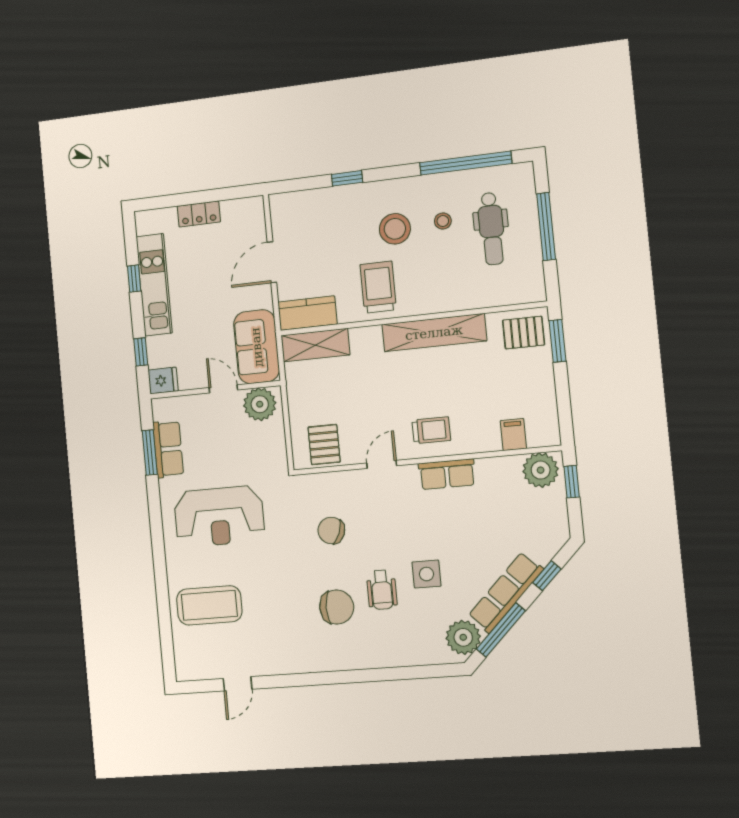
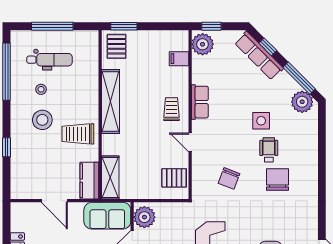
wheelchair: (382, 590) -> (269, 150), turned -90
row of seats: (506, 593) -> (259, 56), moved

